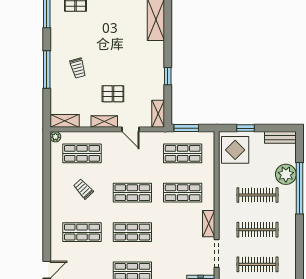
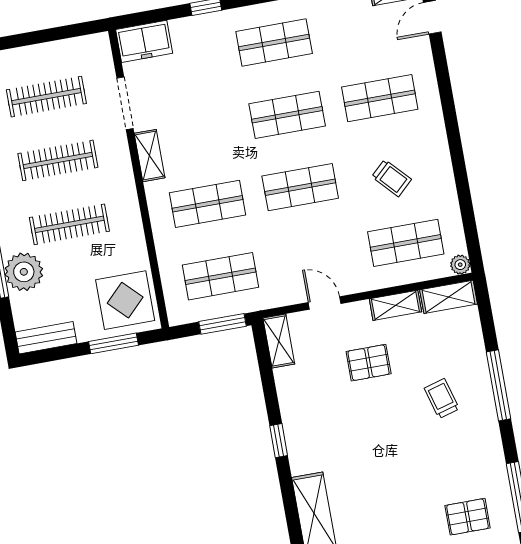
window: (168, 76) -> (279, 441), moved
shelving: (104, 121) -> (395, 305), moved
window: (245, 128) -> (114, 343), width x1.50

